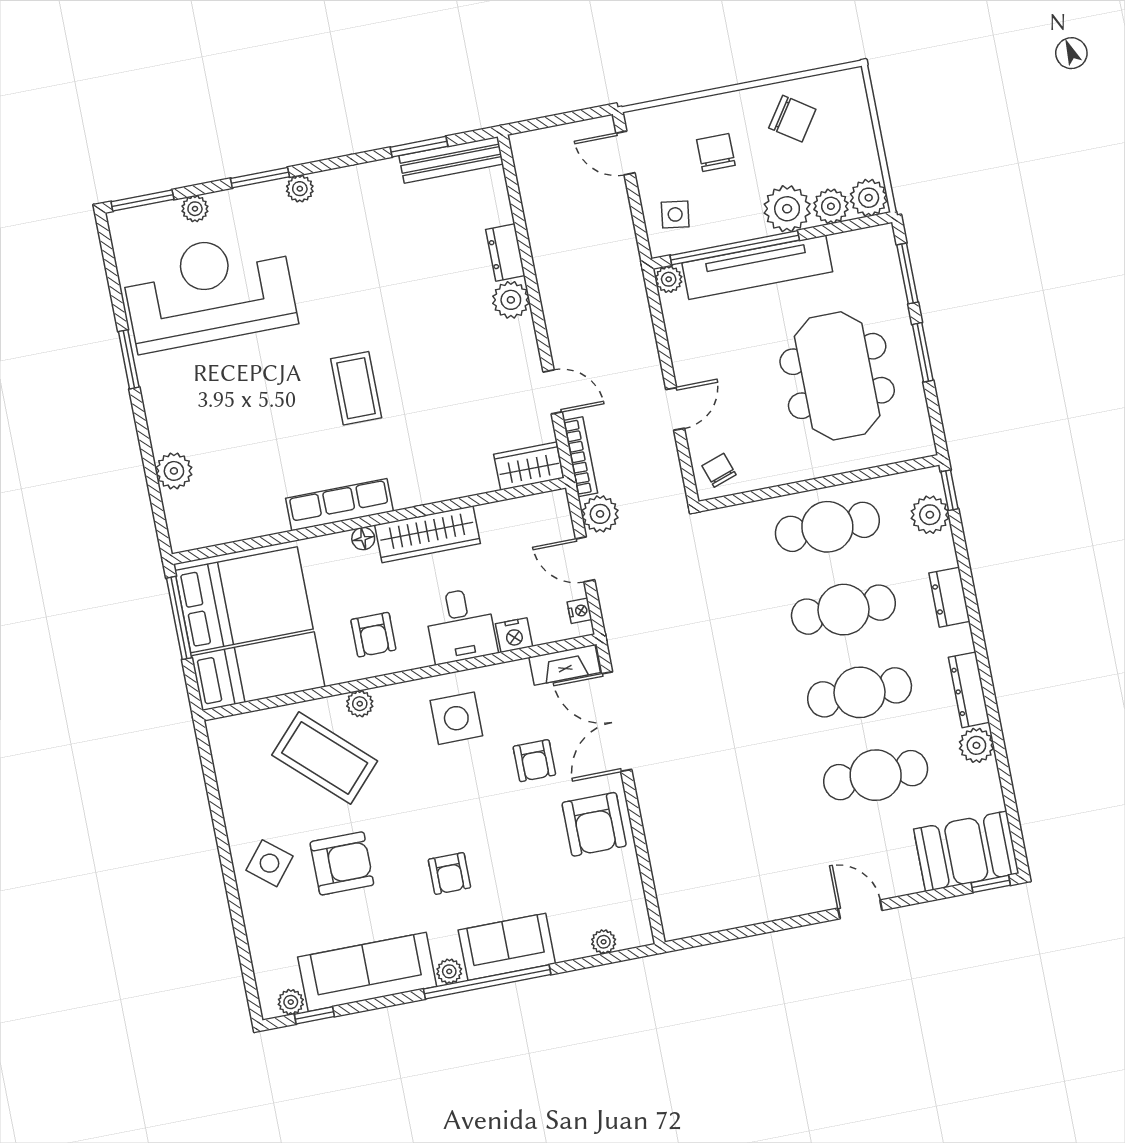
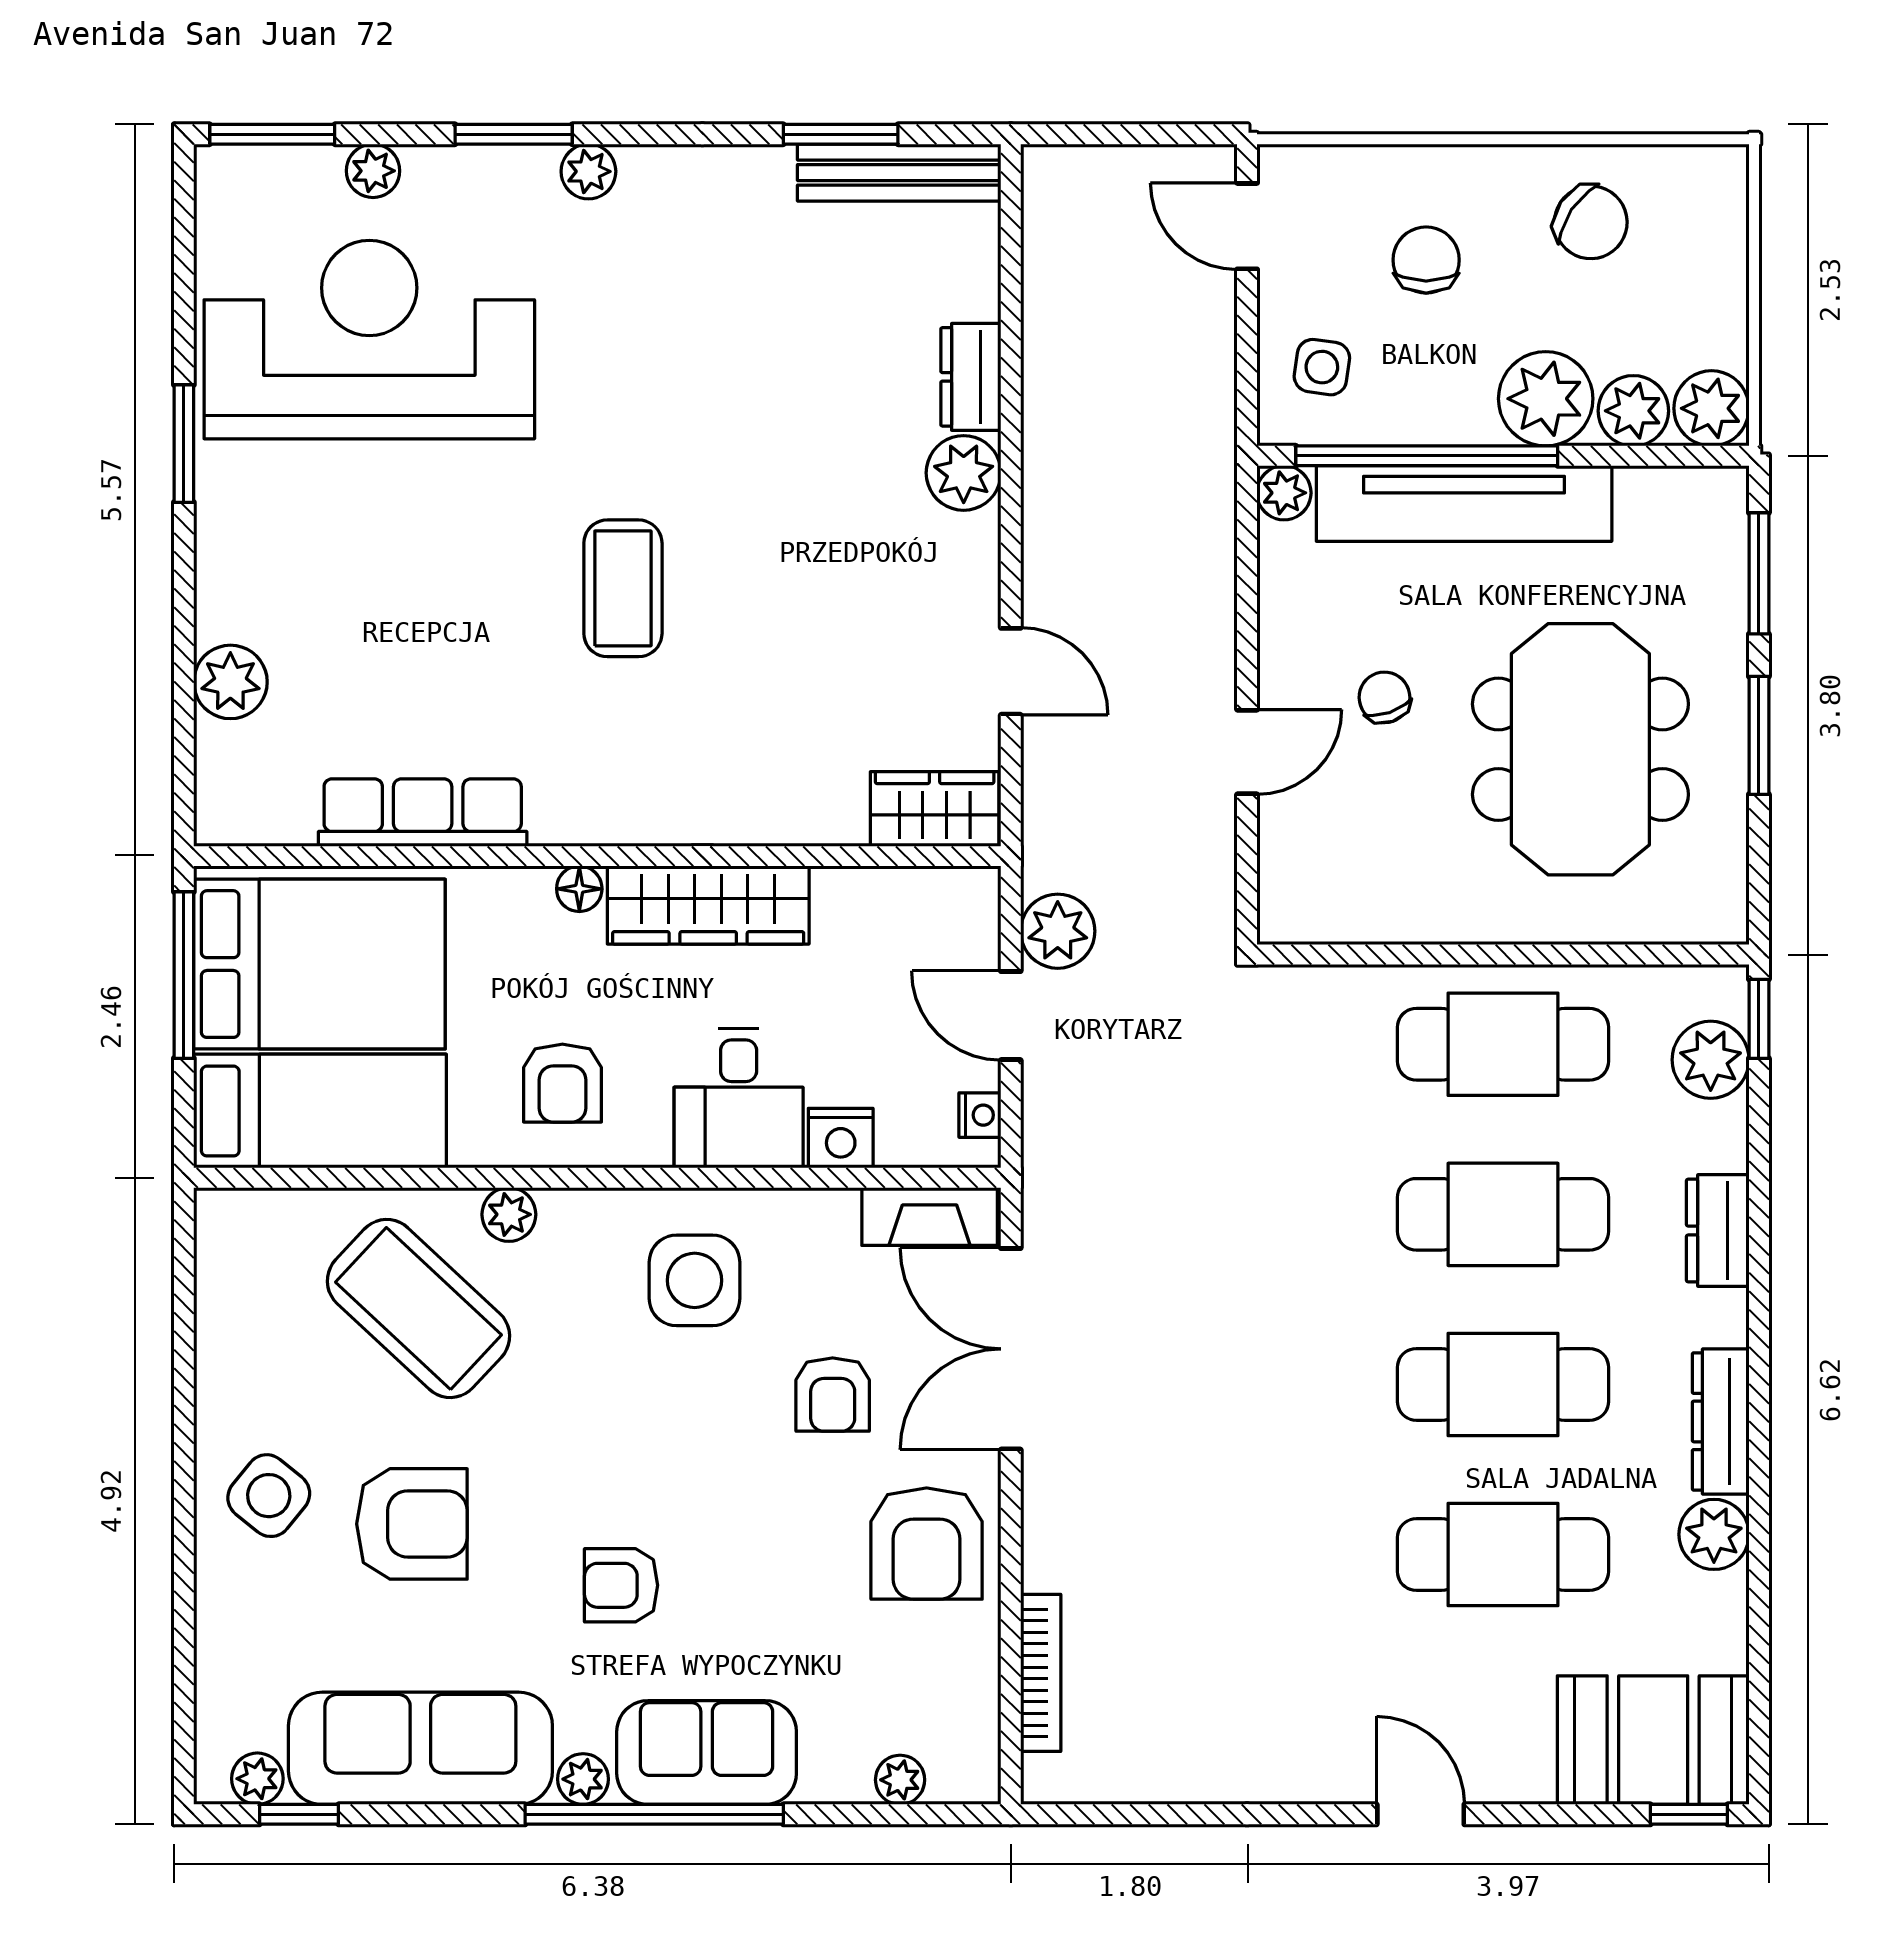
bookcase: (580, 457) -> (1041, 1673), moved
chair: (719, 470) -> (1384, 697), moved
row of seats: (339, 505) -> (423, 813), moved
armchair: (449, 874) -> (621, 1585), turned 90

